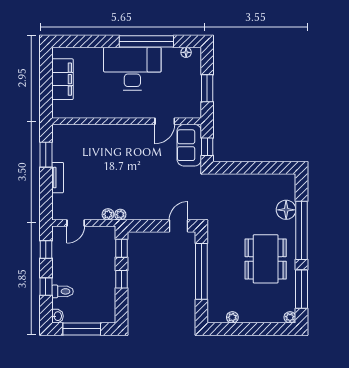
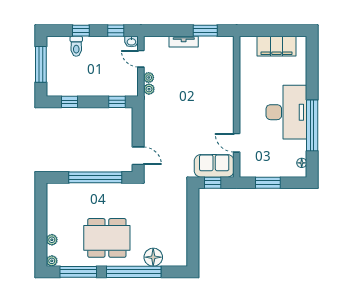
plant: (120, 215) -> (149, 77), moved
window: (121, 279) -> (70, 102), moved
washbasin: (57, 316) -> (131, 42), moved
plant: (232, 317) -> (52, 240), moved

